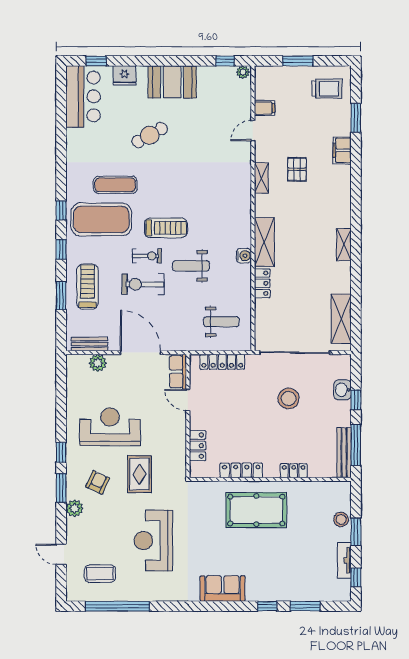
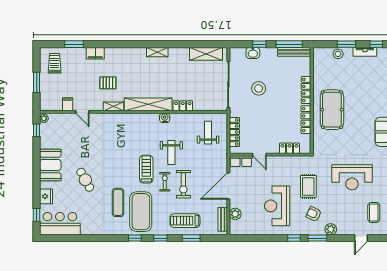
shelving: (264, 242) -> (148, 104), width x1.47
door: (188, 400) -> (259, 155), hinge flipped
locker: (294, 471) -> (306, 90), width x1.53
rug: (139, 474) -> (308, 186), turned 90

